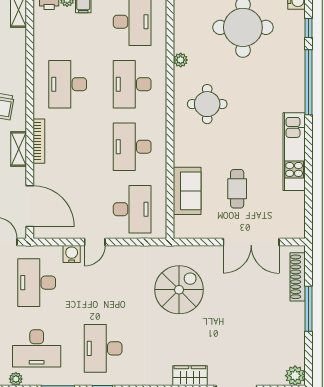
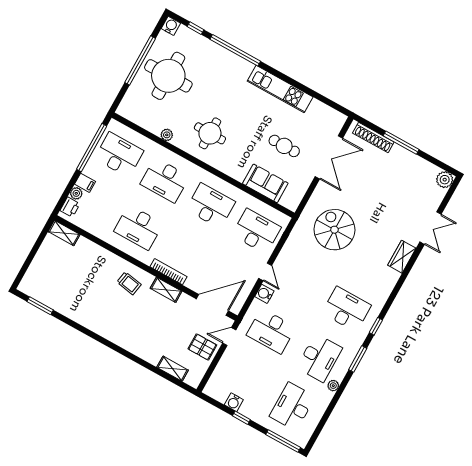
desk: (132, 147) -> (211, 206), turned 180
desk: (103, 348) -> (346, 309), turned 180

